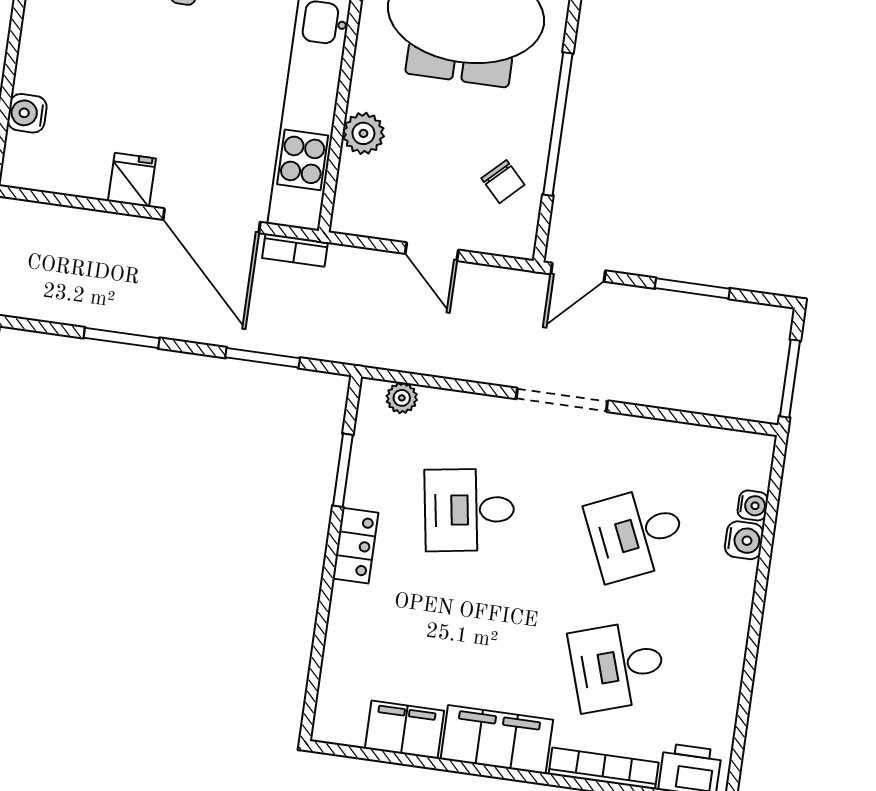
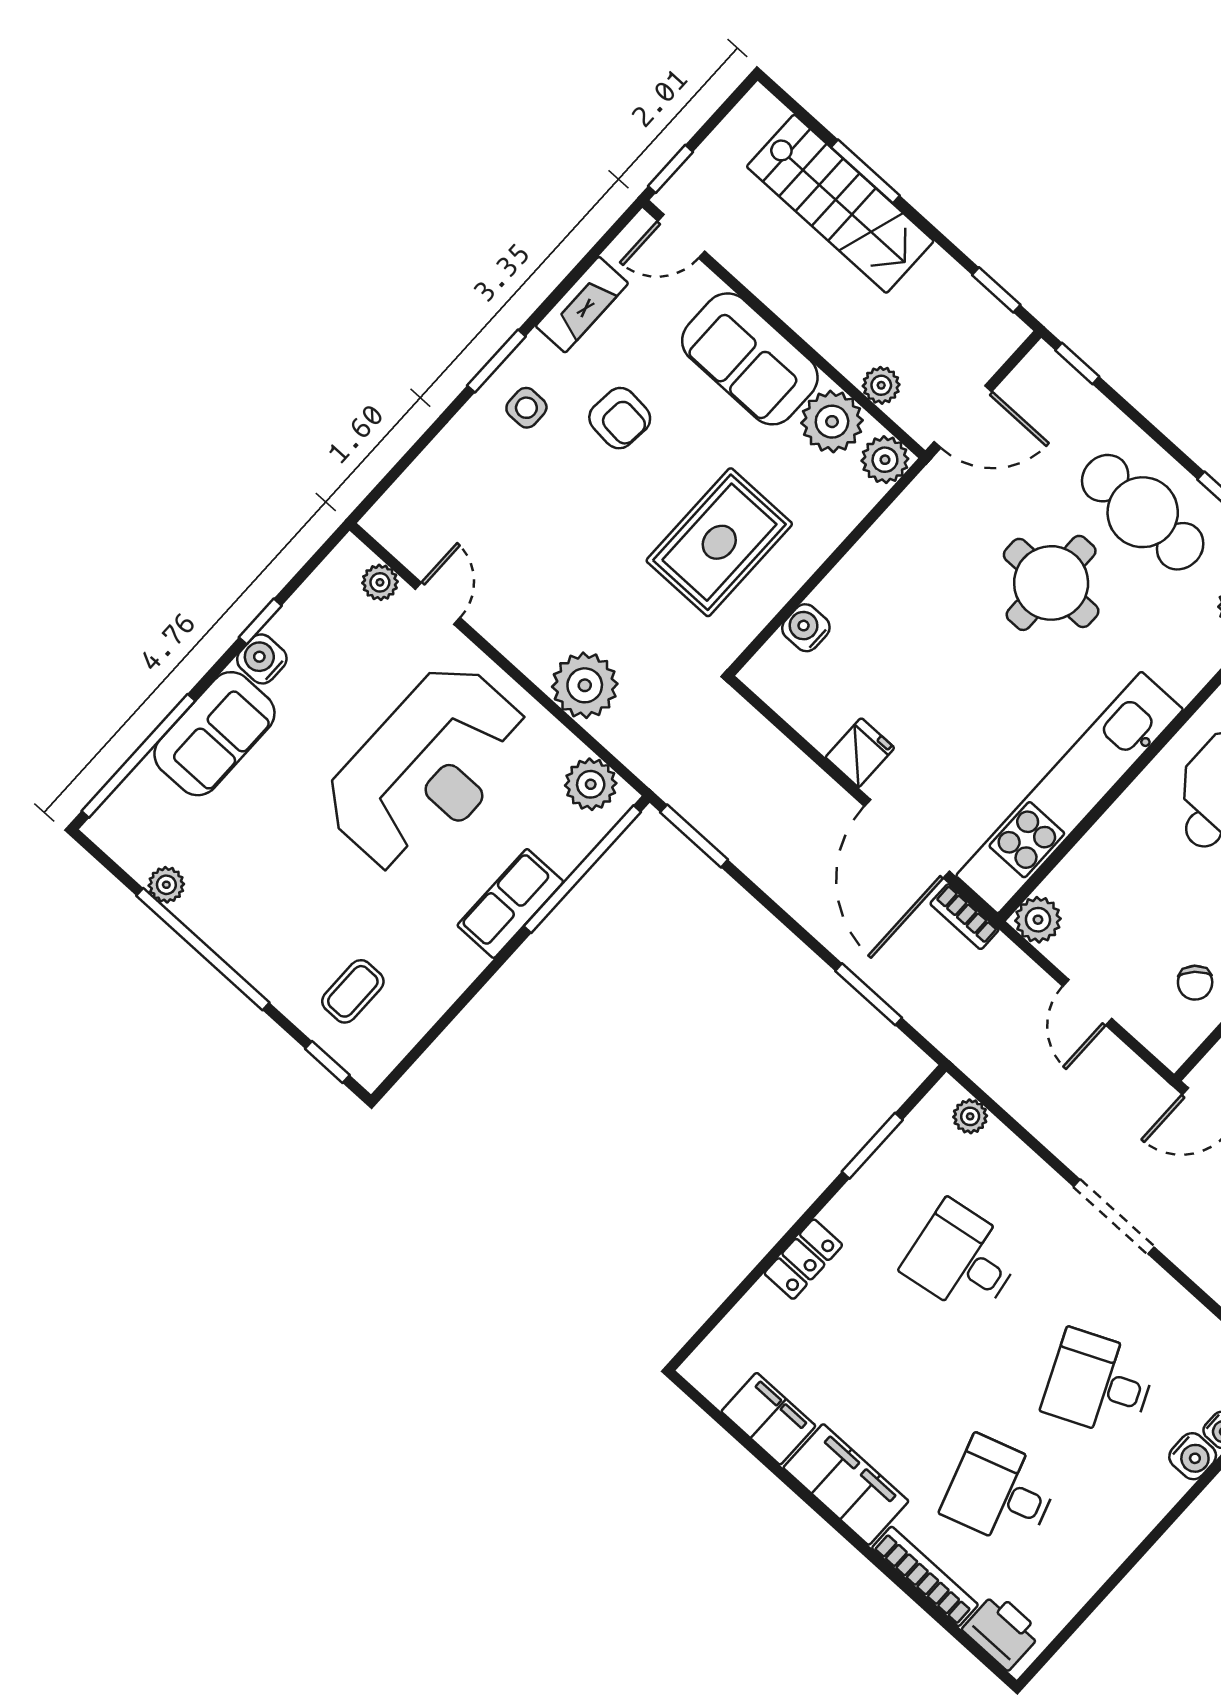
plant: (363, 133) -> (1038, 920), moved
window: (122, 338) -> (694, 836), moved
locker: (356, 546) -> (803, 1259), moved

